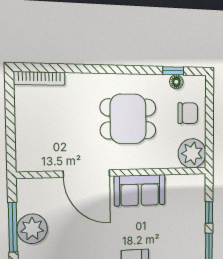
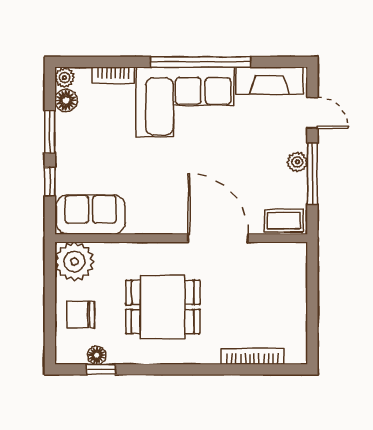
bookcase: (39, 78) -> (252, 356), moved
coffee table: (35, 189) -> (284, 221), added
sofa: (140, 190) -> (91, 215), moved
plant: (32, 229) -> (297, 162), width x0.53, depth x0.53

